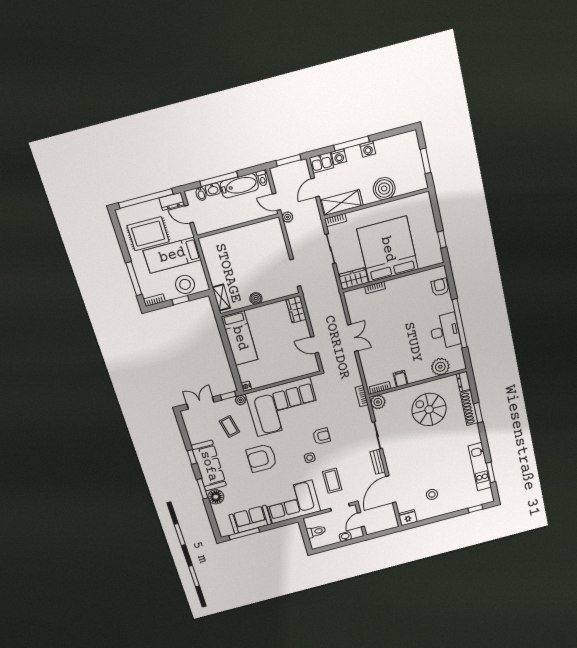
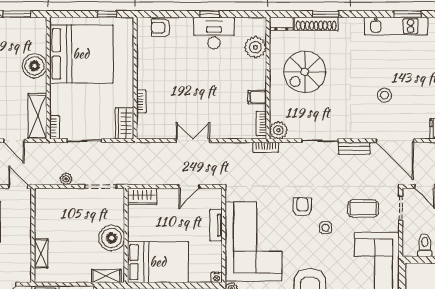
door: (276, 202) -> (18, 186), swing flipped
plant: (288, 217) -> (66, 179), moved
shelving: (224, 237) -> (41, 253), added
bed: (388, 249) -> (81, 54), moved, turned 180
boiler: (256, 298) -> (112, 238), width x1.86, depth x1.86
window: (460, 323) -> (209, 14), width x0.32
bed: (240, 338) -> (158, 262), width x1.50
tv unit: (289, 374) -> (216, 225), added
stool: (432, 494) -> (384, 95), moved

